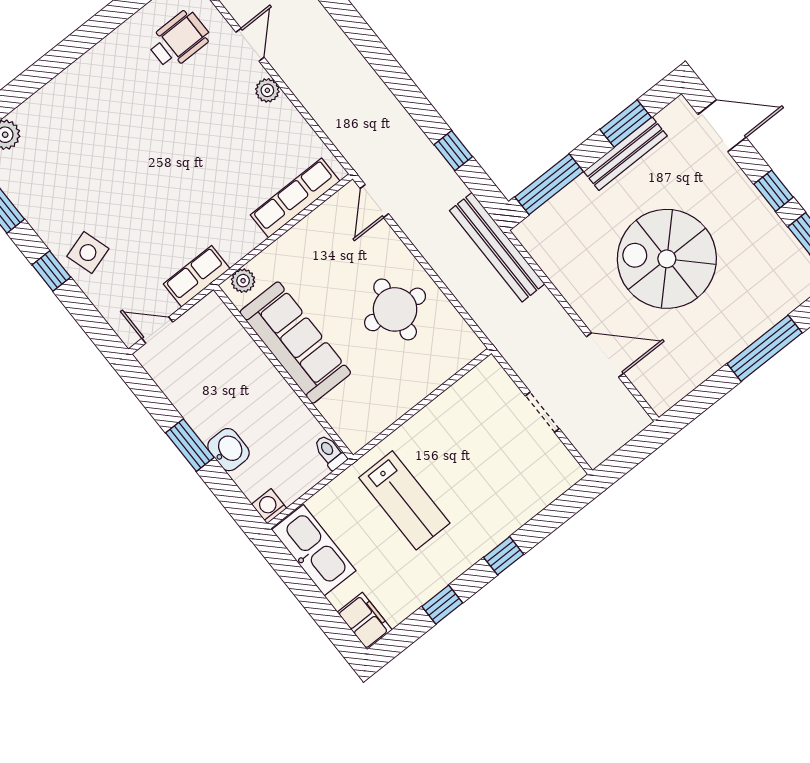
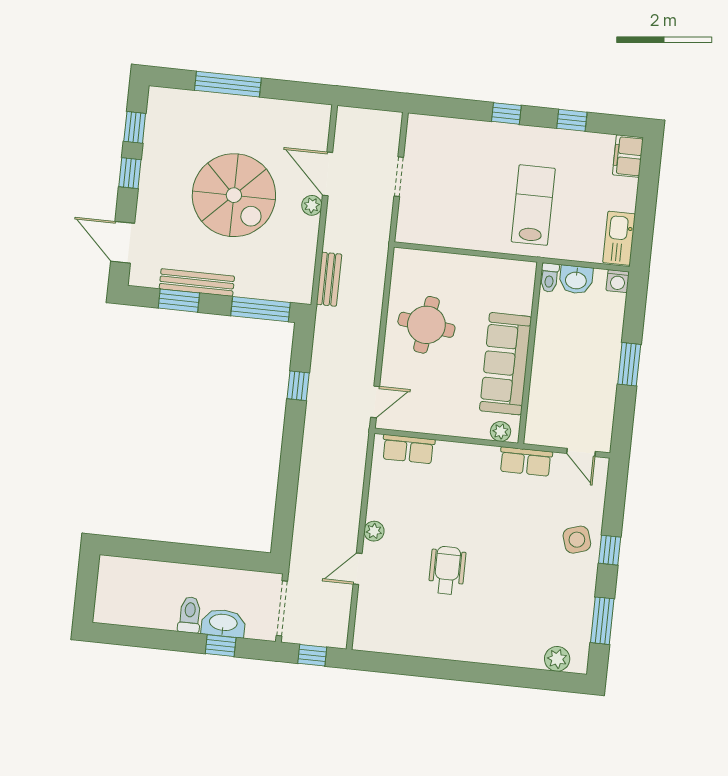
wheelchair: (179, 40) -> (447, 570), moved, turned 90
row of seats: (295, 198) -> (408, 449), width x0.68
bench: (497, 247) -> (329, 279), width x0.54, depth x0.82
plant: (592, 315) -> (312, 205), added
washbasin: (228, 450) -> (576, 280), moved, turned -90
kitchen sink: (314, 550) -> (619, 238), width x0.73, depth x0.81

